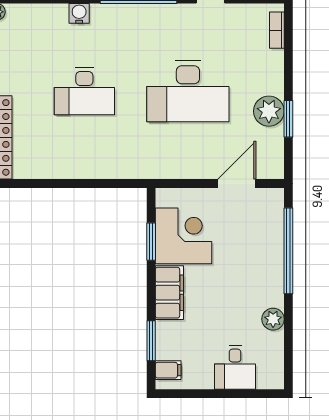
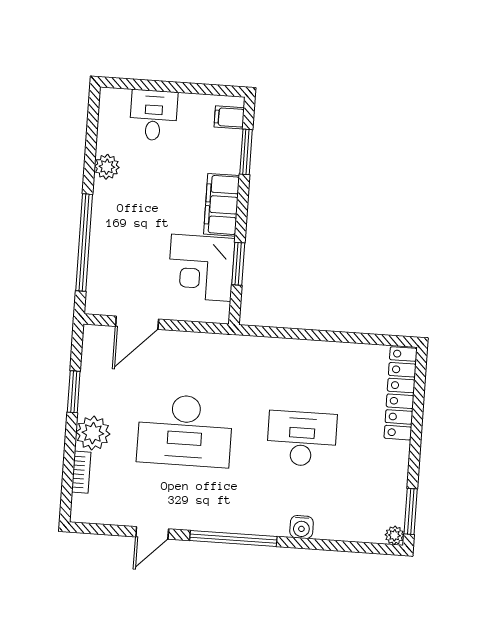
bookcase: (277, 30) -> (81, 472), moved
desk: (188, 91) -> (185, 431), turned 180
plant: (269, 111) -> (93, 433), moved

